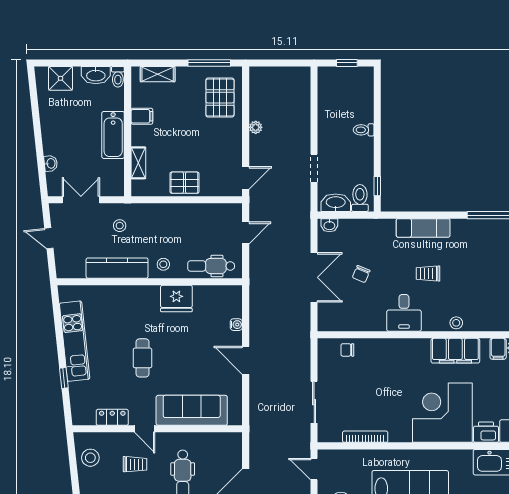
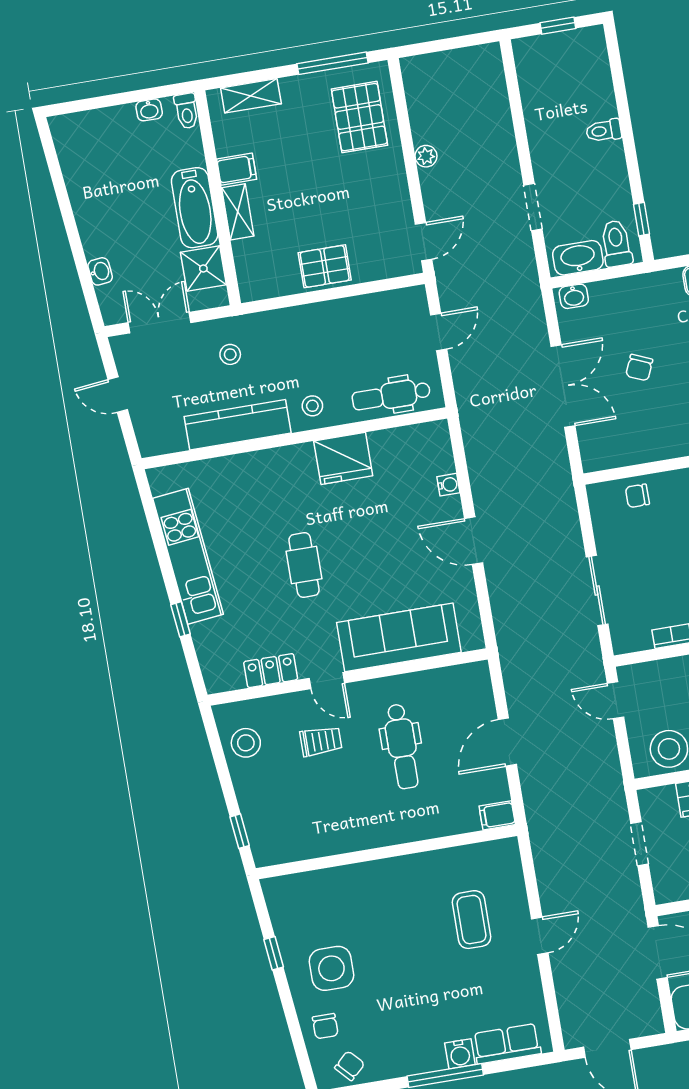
washbasin: (96, 75) -> (149, 110), width x0.52, depth x0.69
shower: (60, 78) -> (203, 269), moved
shelving: (138, 163) -> (238, 212), moved

